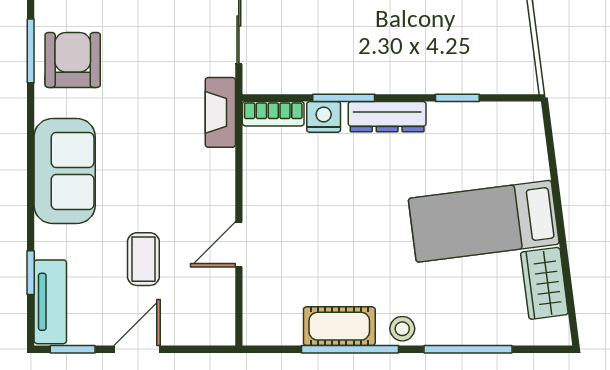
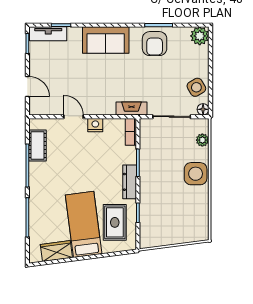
armchair: (73, 60) -> (155, 44), turned 90
nightstand: (324, 117) -> (95, 125), moved, turned -90
rug: (479, 150) -> (115, 222), added
coffee table: (143, 259) -> (67, 75), removed
cot: (339, 326) -> (37, 145), moved
stool: (402, 329) -> (36, 188), removed
door: (137, 349) -> (27, 87), moved

